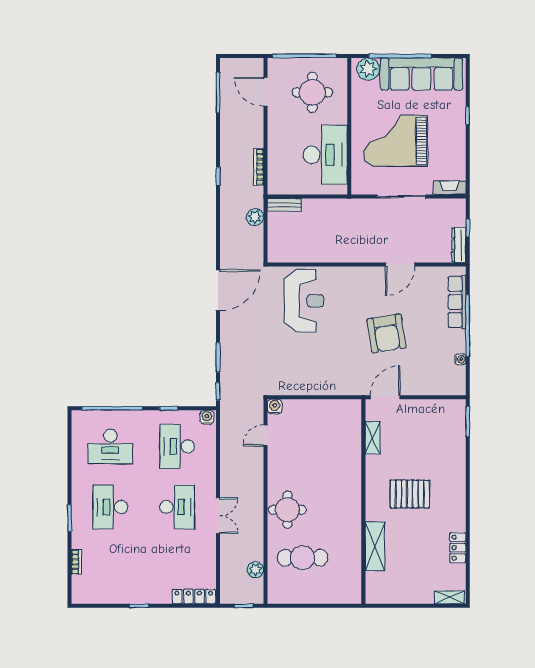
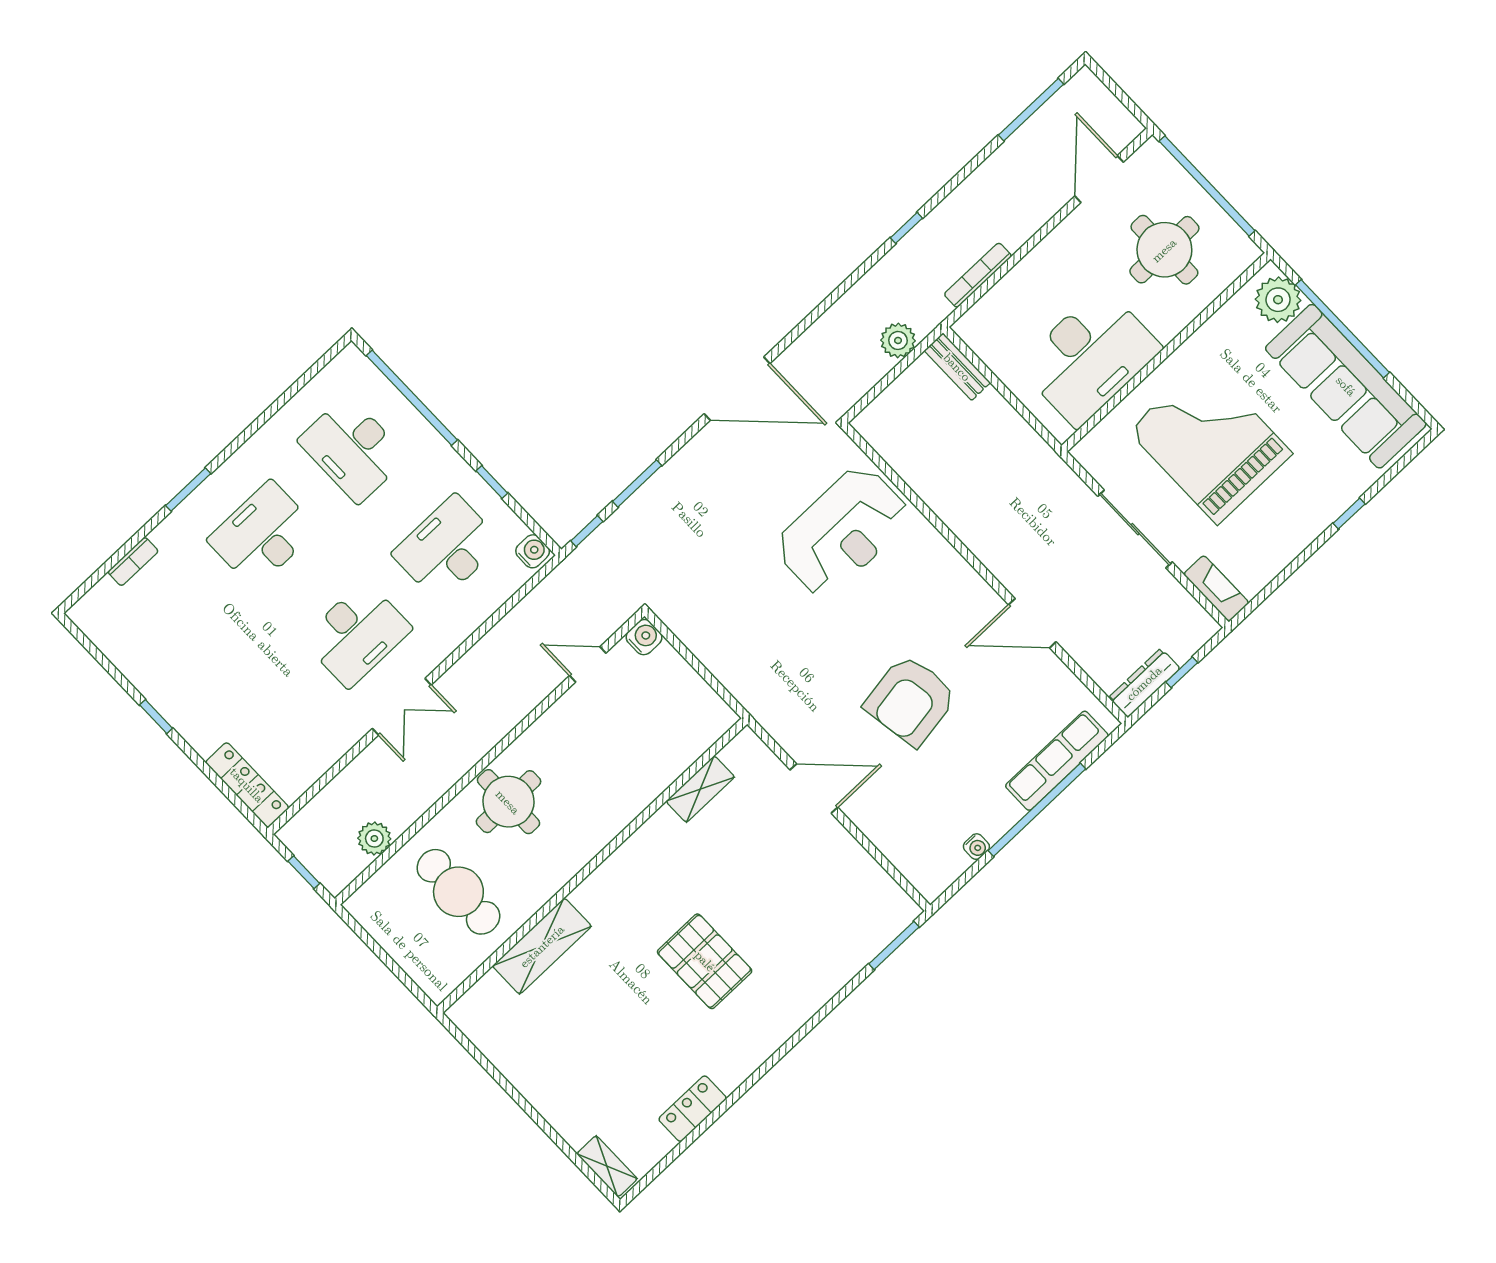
shelving: (373, 438) -> (700, 789), moved
wall: (363, 502) -> (592, 866), moved
shelving: (375, 546) -> (542, 946), moved

